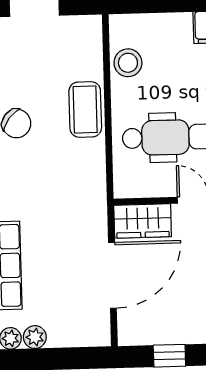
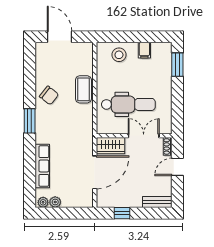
stool: (128, 63) -> (119, 55), moved

